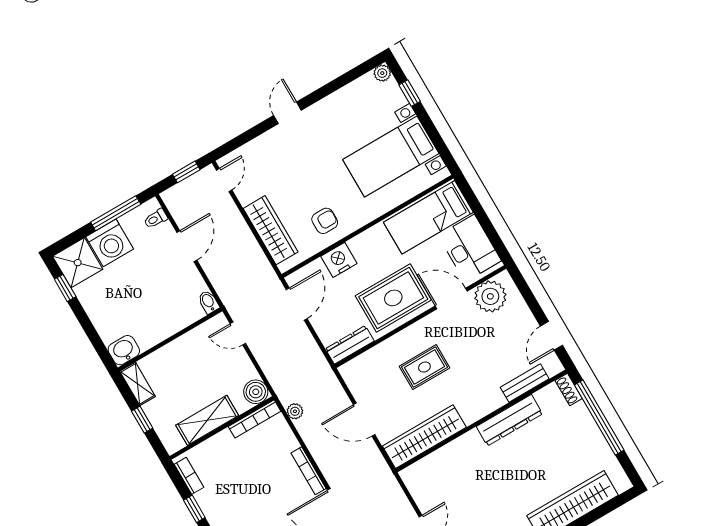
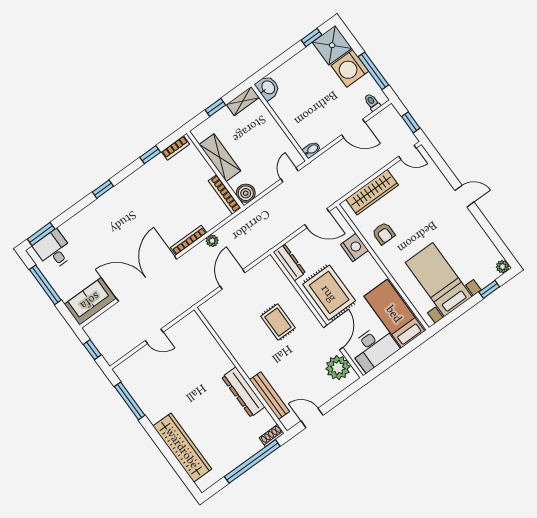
bench: (525, 383) -> (269, 396), width x1.36
plant: (295, 411) -> (212, 241), moved
wardrobe: (424, 437) -> (224, 327), removed

